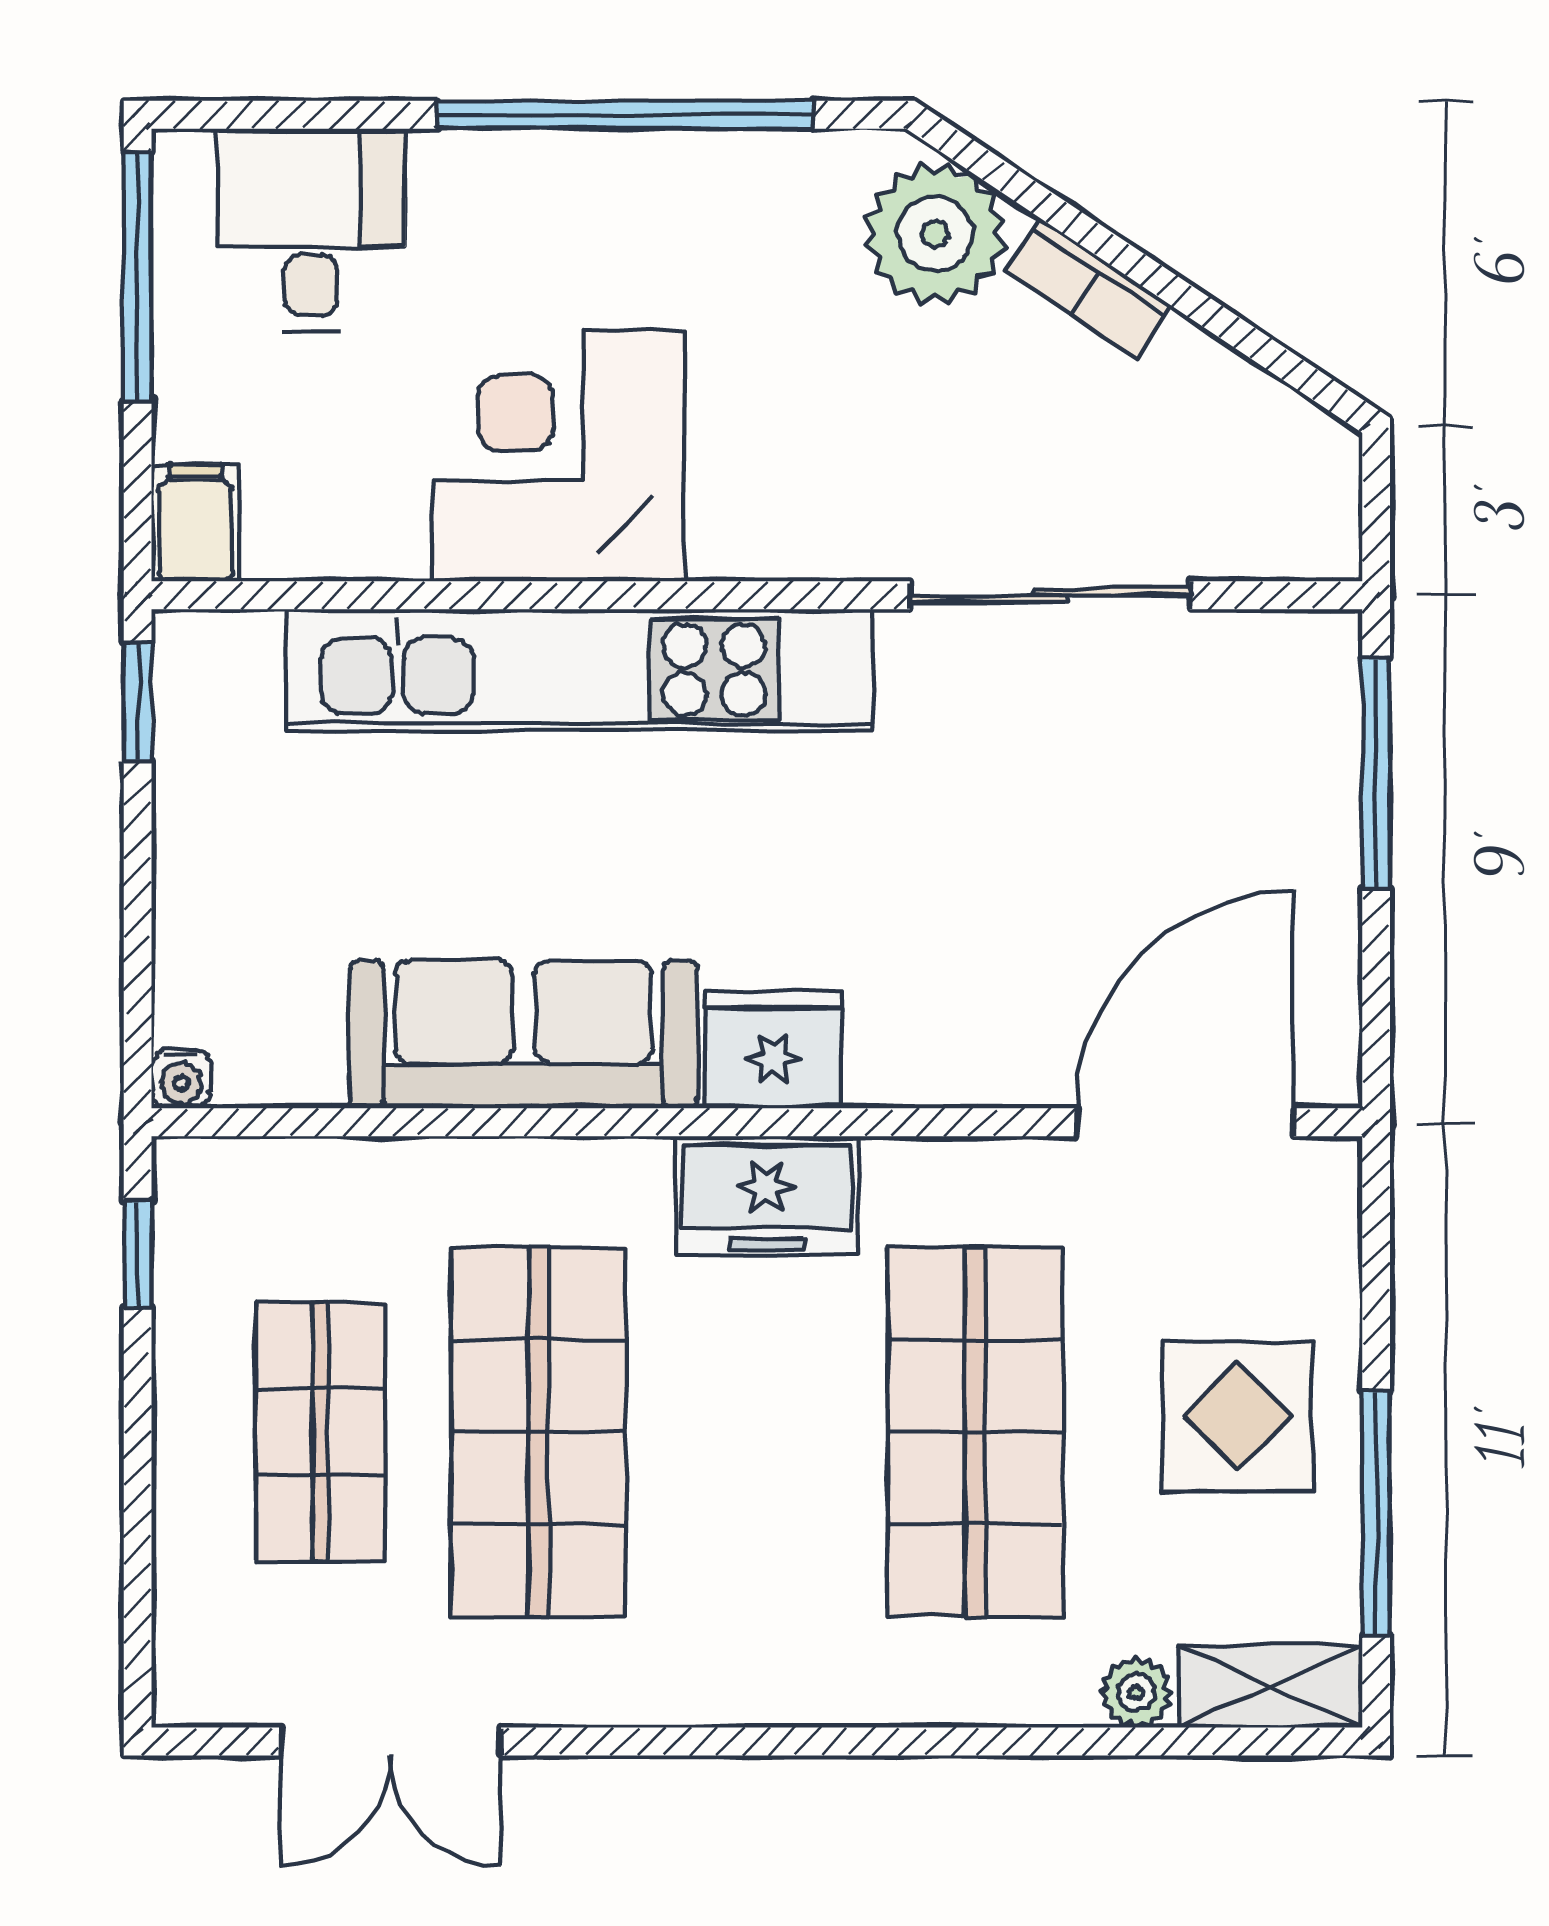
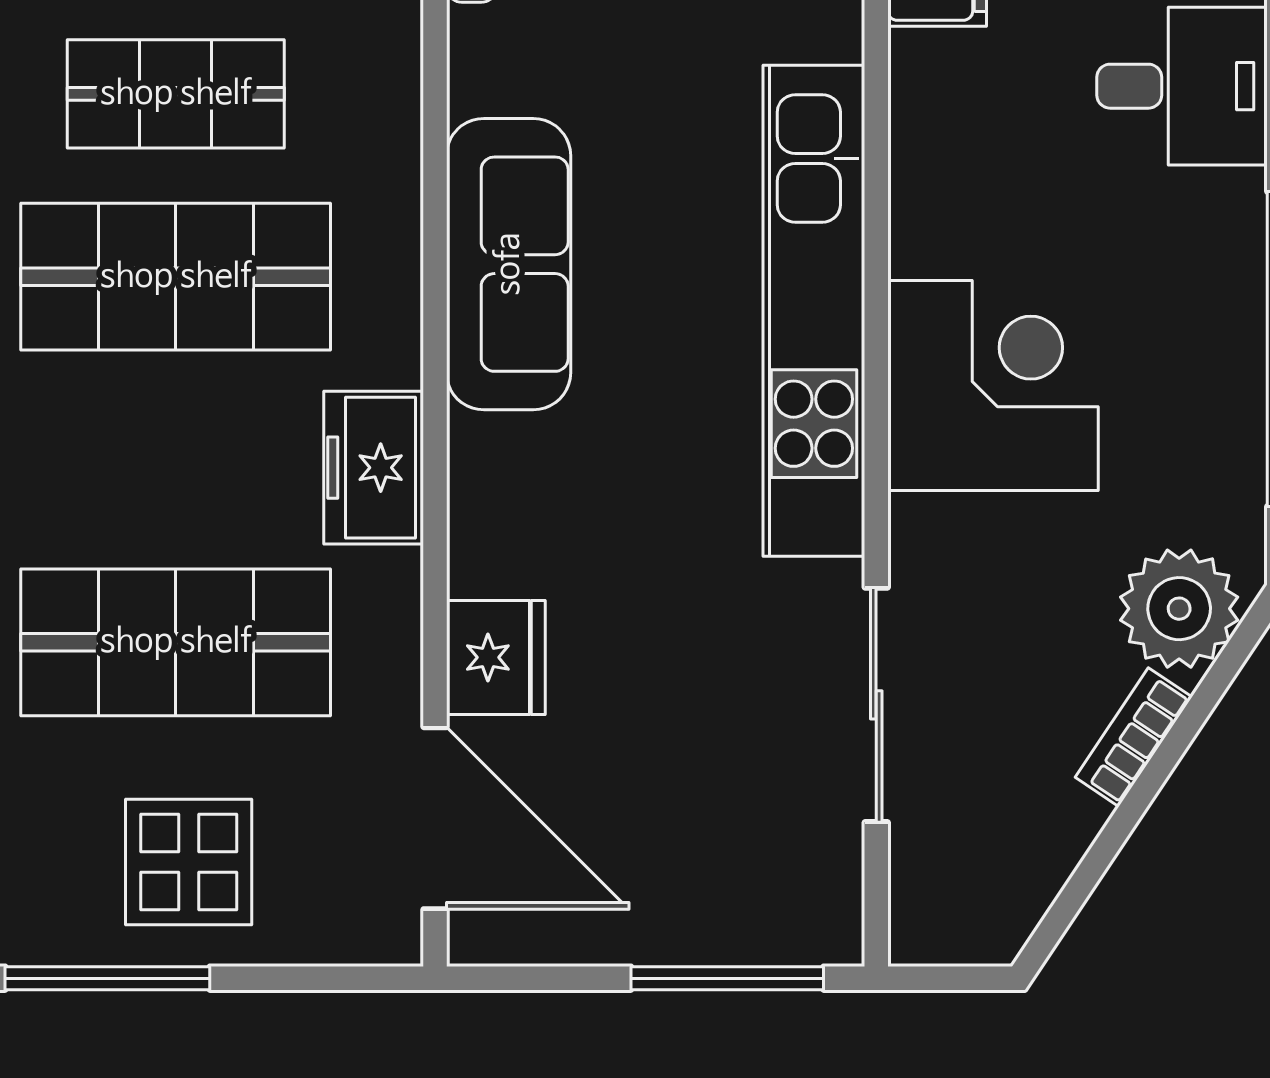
corner desk: (558, 456) -> (993, 385), moved
fridge: (773, 1050) -> (496, 657), moved

